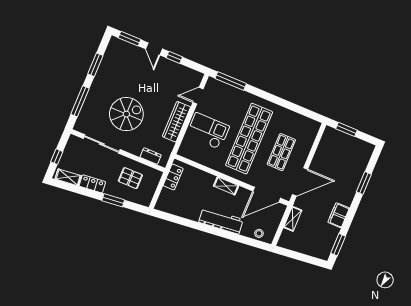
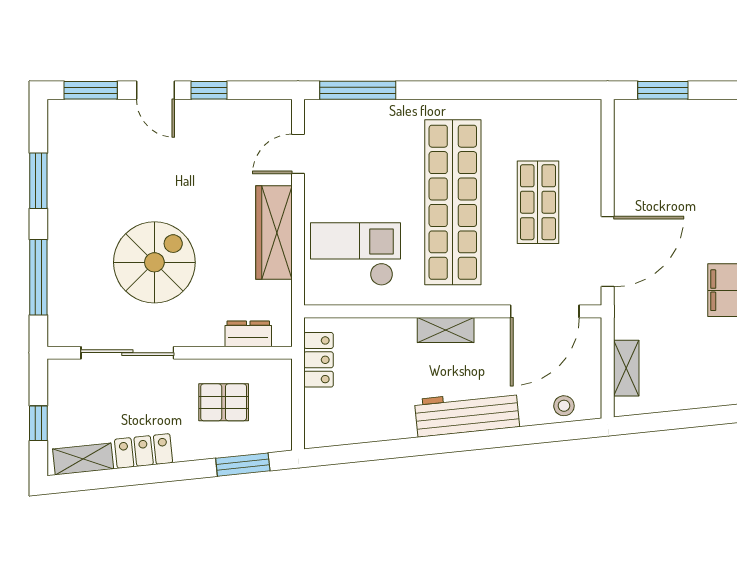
checkout: (208, 131) -> (355, 254), moved
window: (113, 200) -> (243, 465), moved
shelving: (293, 219) -> (626, 368), moved

